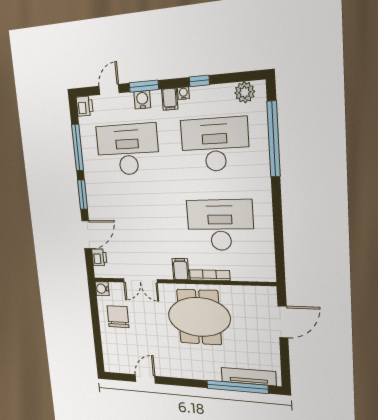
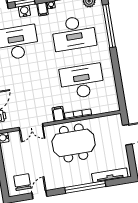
desk: (215, 145) -> (74, 33), turned 180
chair: (118, 317) -> (22, 182), moved
window: (237, 387) -> (85, 187), moved

